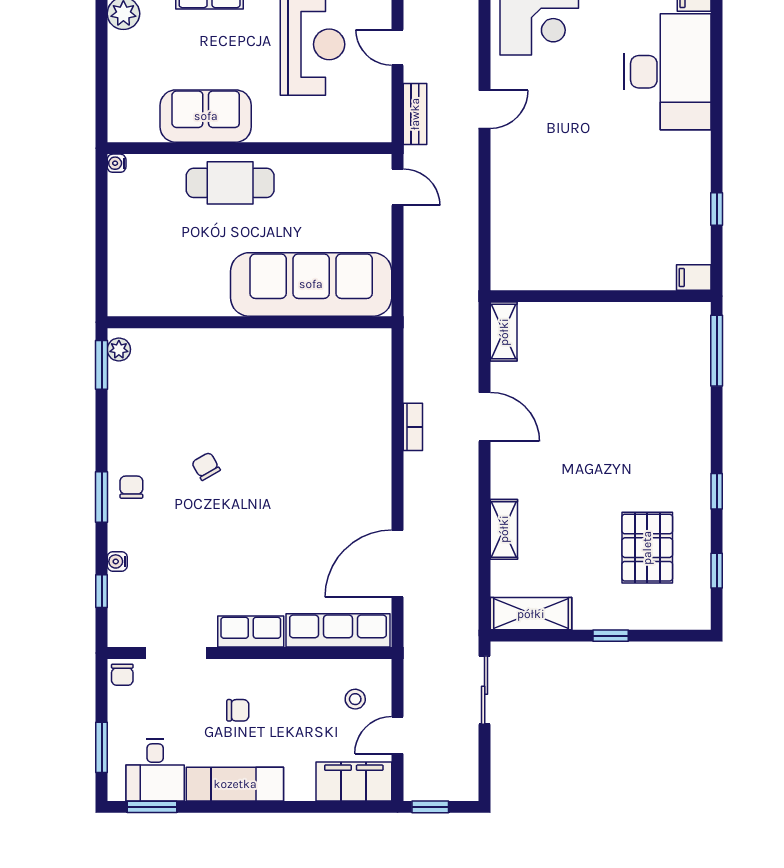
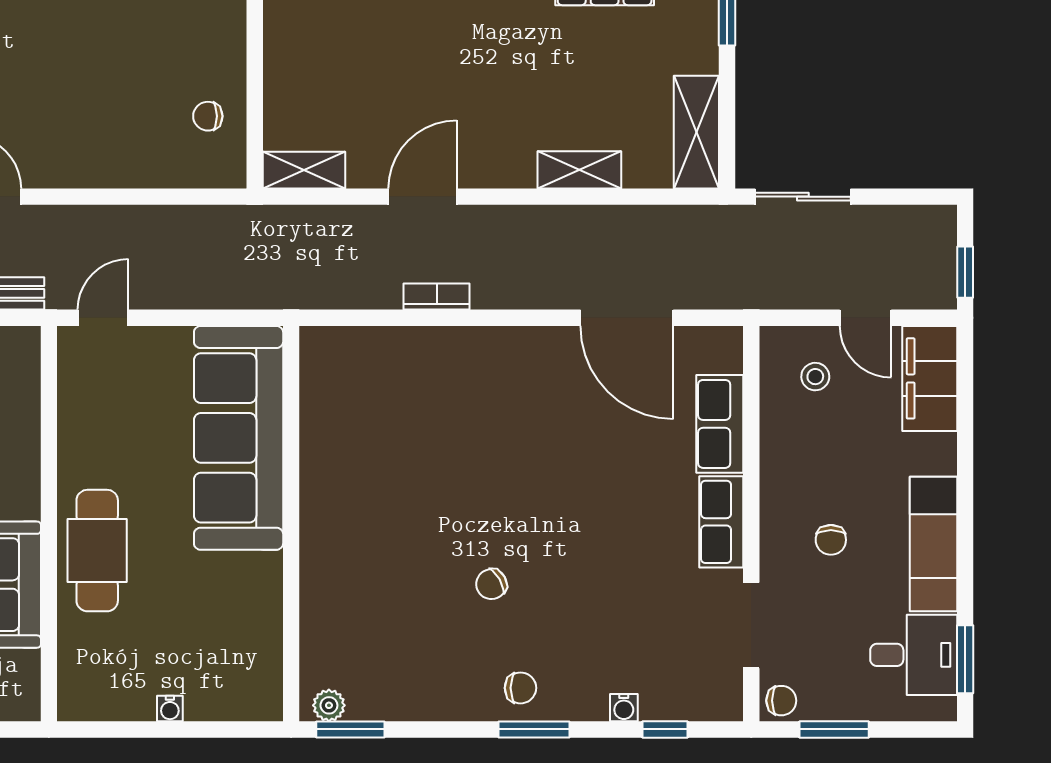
water cooler: (117, 163) -> (170, 709), moved
chair: (542, 262) -> (208, 116), added
chair: (131, 487) -> (520, 688), turned 180
row of seats: (338, 630) -> (720, 424), width x0.68
chair: (238, 710) -> (831, 540), turned 180
window: (102, 747) -> (834, 729), moved

